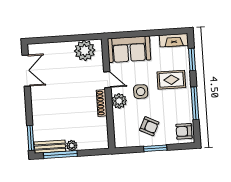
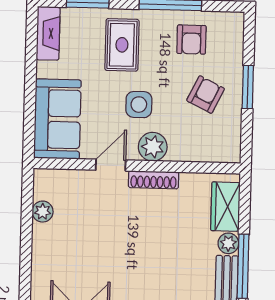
plant: (85, 51) -> (43, 212), width x0.53, depth x0.53
armchair: (184, 131) -> (191, 40), moved
wardrobe: (91, 142) -> (225, 207), added

